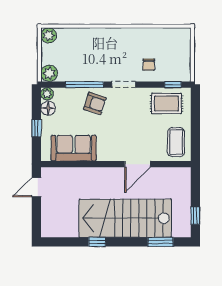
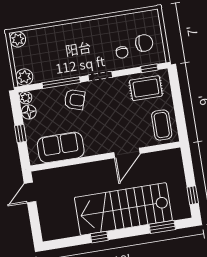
chair: (172, 59) -> (144, 43), added

